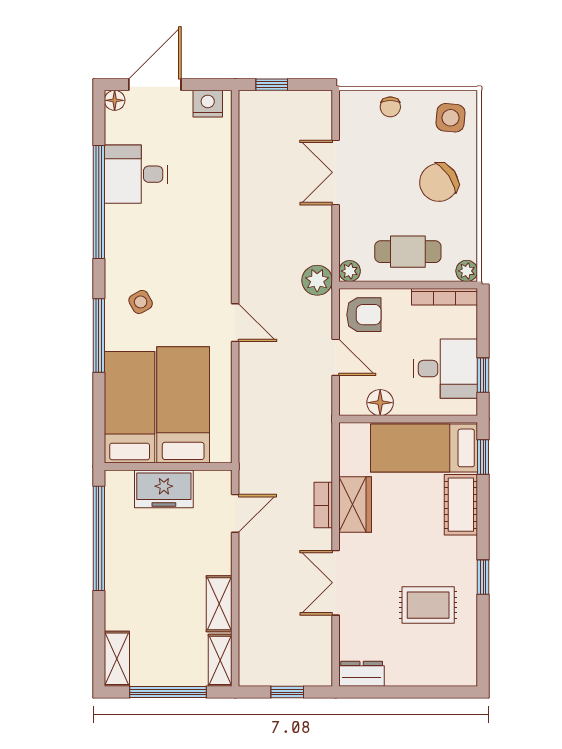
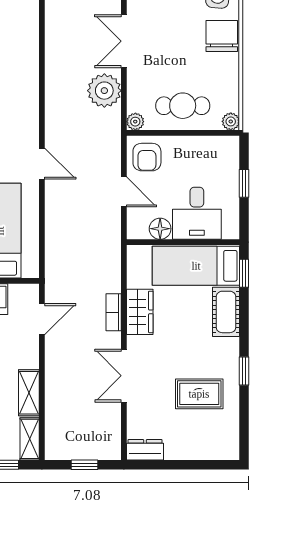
chair: (439, 182) -> (222, 36), moved, turned 124
plant: (317, 280) -> (104, 91), moved, width x1.36, depth x1.36
bookcase: (445, 297) -> (213, 143), removed
armchair: (364, 315) -> (147, 157), turned 90
desk: (445, 369) -> (197, 213), moved, turned 90
window: (483, 375) -> (244, 183), moved

